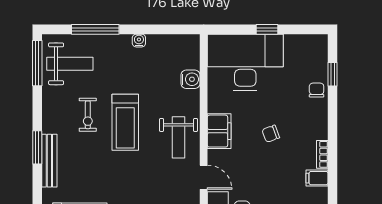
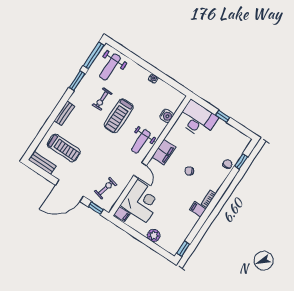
window: (95, 29) -> (135, 58), removed
desk: (245, 62) -> (197, 119), width x0.73, depth x0.77
weight bench: (70, 64) -> (110, 67), turned 90
window: (37, 147) -> (77, 81), moved
bench: (49, 161) -> (64, 113), width x0.73

